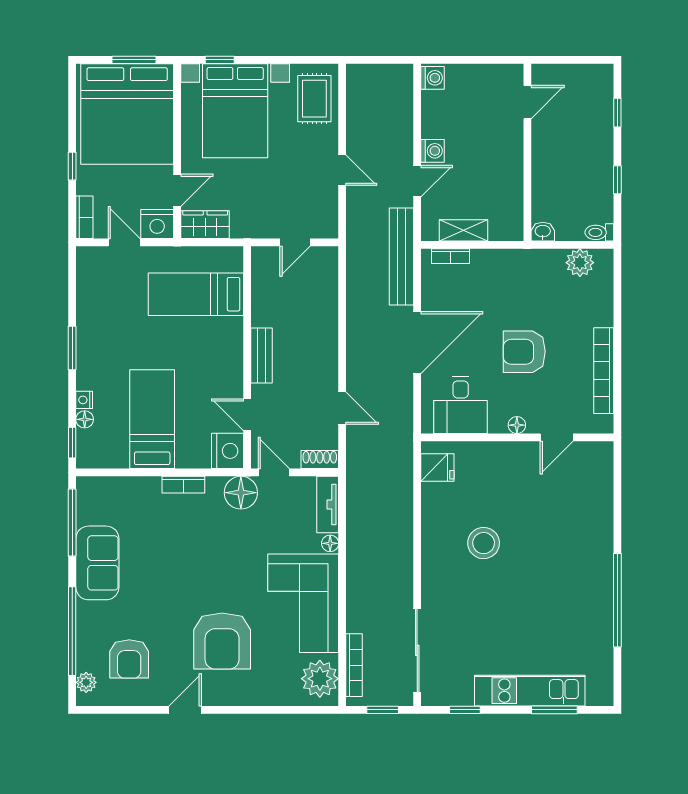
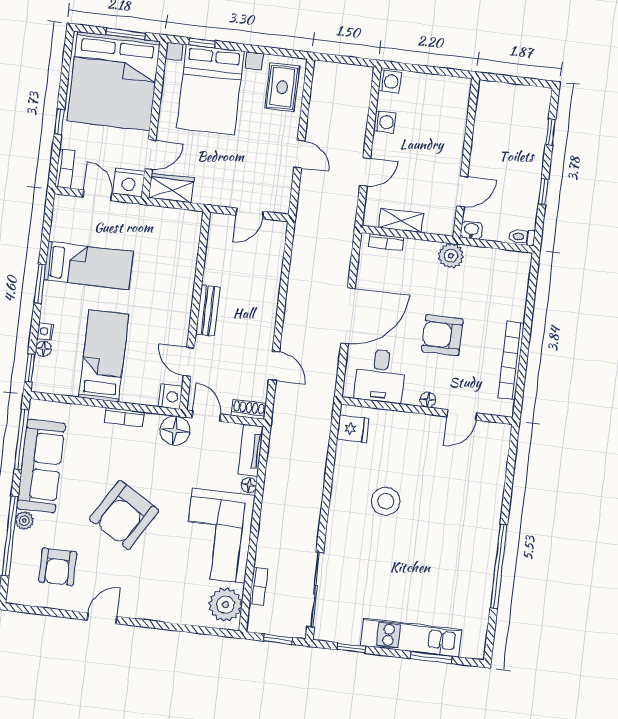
door: (527, 102) -> (462, 191), moved
washing machine: (433, 151) -> (385, 122), moved
bench: (401, 256) -> (343, 237), removed
plant: (580, 263) -> (451, 256), moved
bed: (196, 294) -> (88, 266), moved, turned 180
nightstand: (228, 451) -> (170, 397), width x0.74, depth x0.75
sofa: (97, 563) -> (41, 466), width x1.36
armchair: (222, 641) -> (124, 515), moved, turned 31
bookcase: (354, 665) -> (259, 586), width x0.64
plant: (86, 682) -> (24, 521), moved

